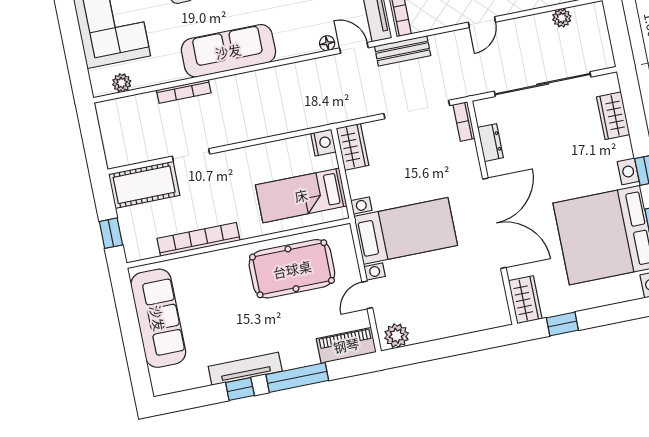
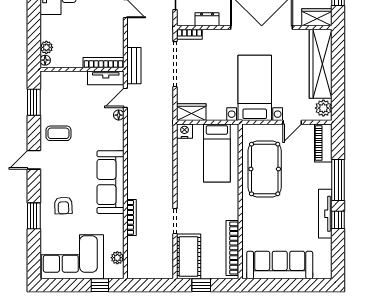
window: (77, 66) -> (100, 285), added
window: (111, 233) -> (201, 285), moved
bookcase: (199, 239) -> (232, 248), moved
door: (367, 295) -> (292, 122), hinge flipped
wardrobe: (459, 319) -> (321, 64), added

